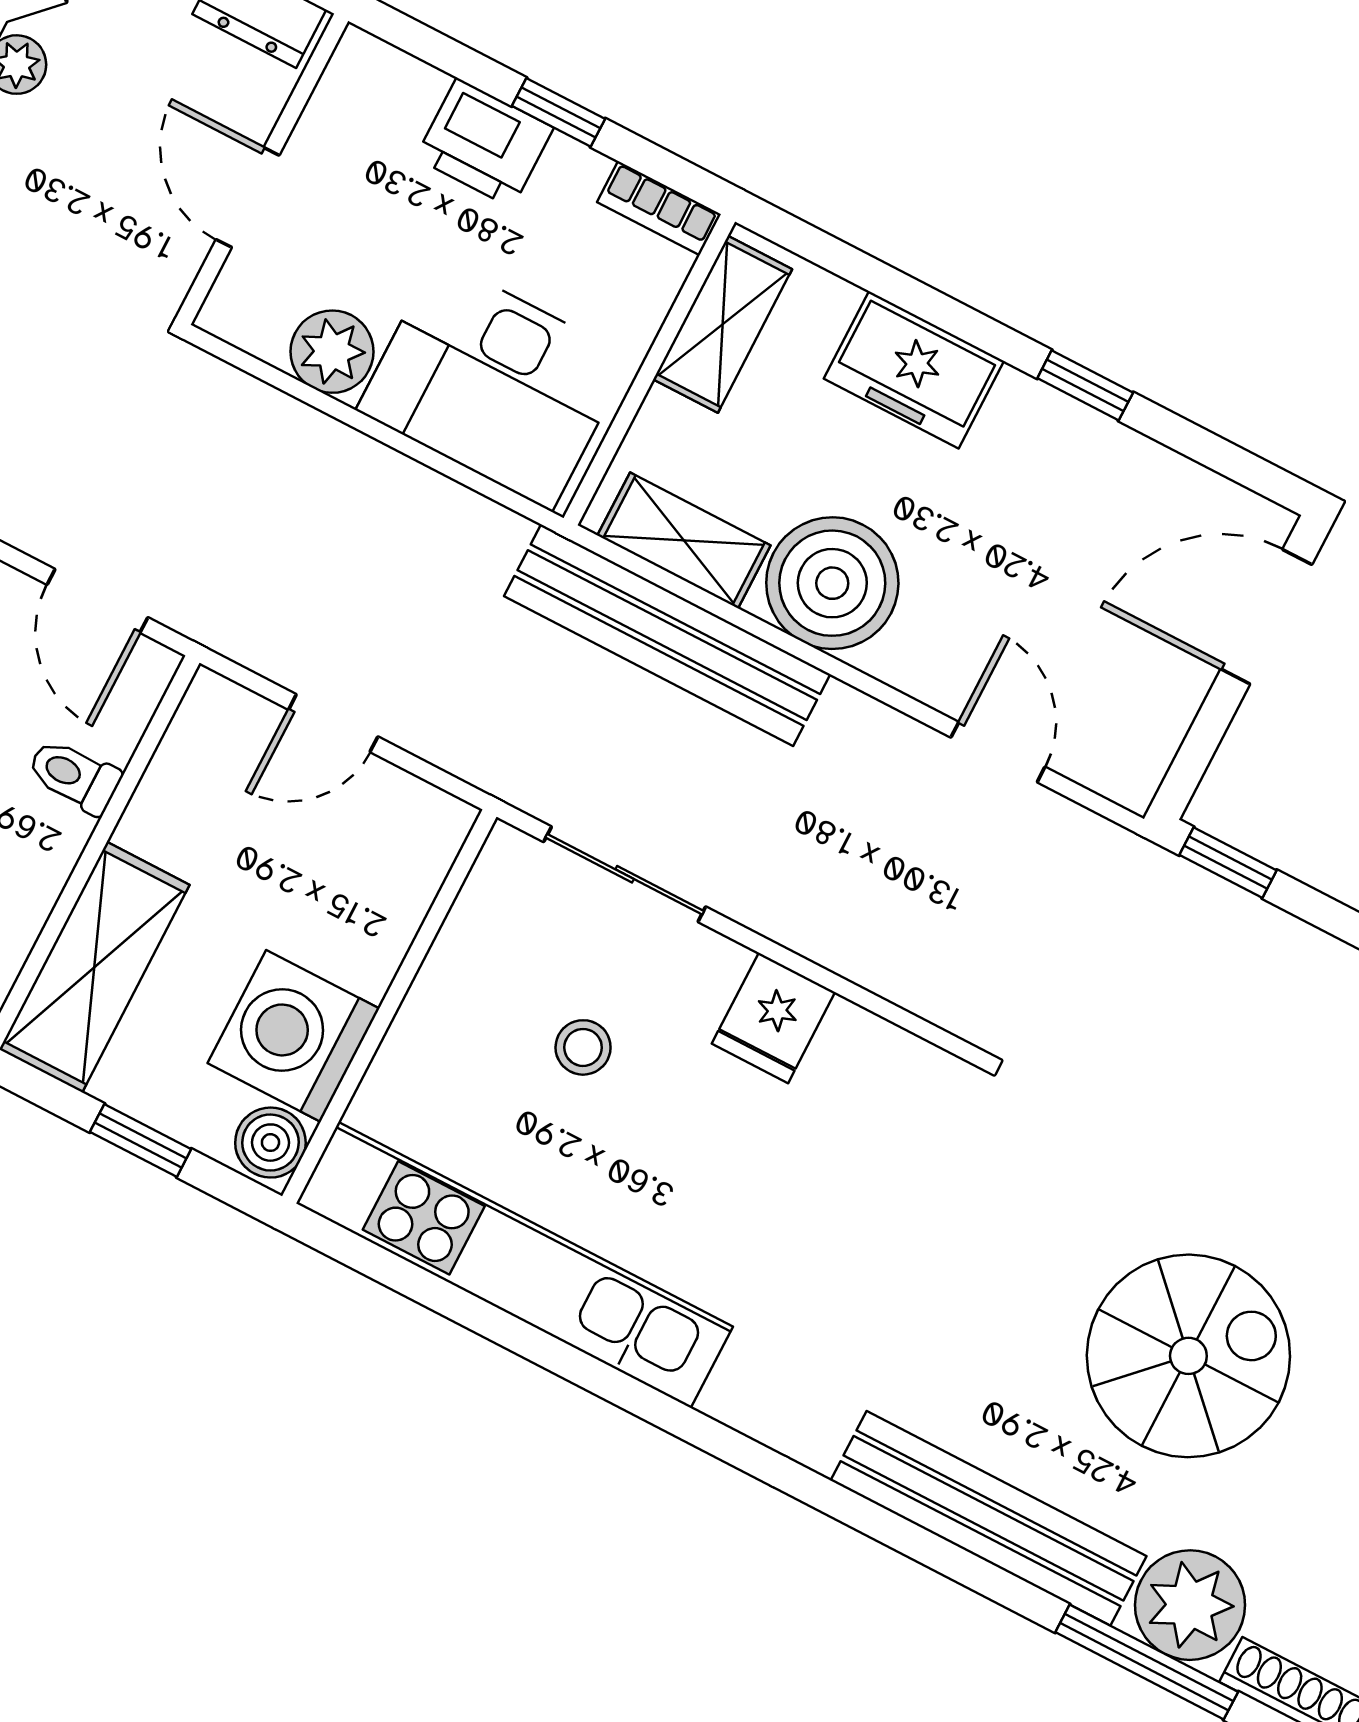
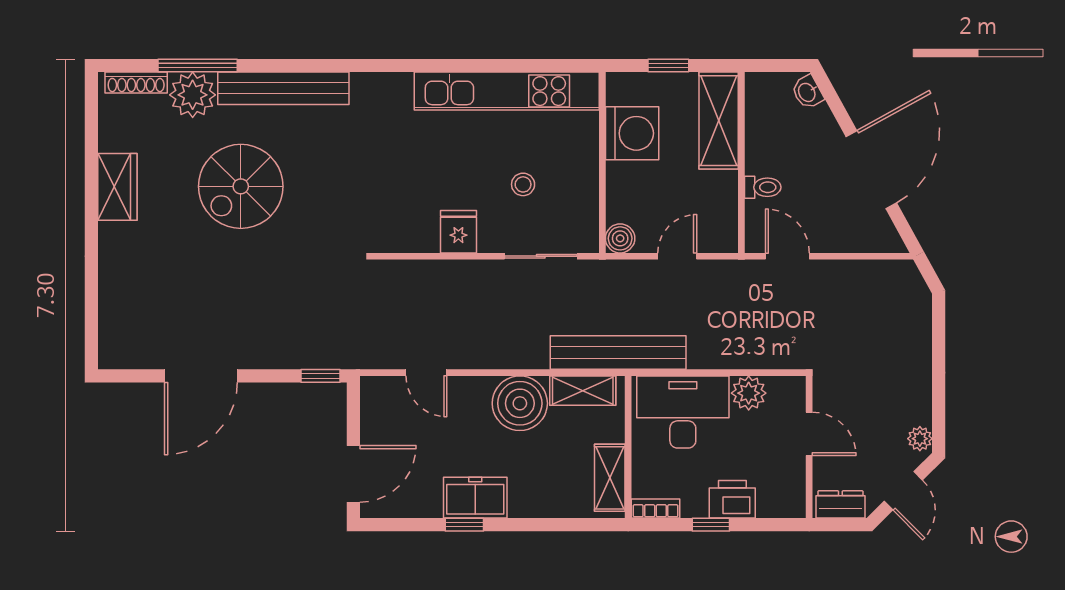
freezer: (914, 370) -> (475, 498), moved
bench: (667, 635) -> (618, 353), moved
boiler: (270, 1143) -> (620, 238), moved

